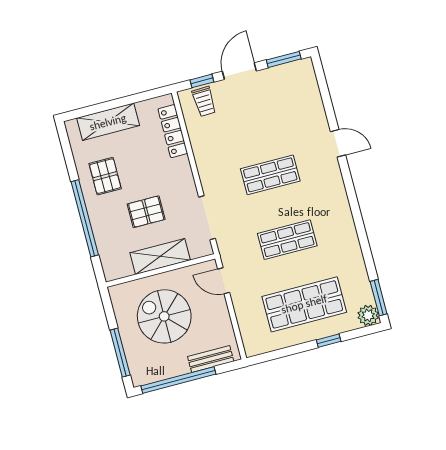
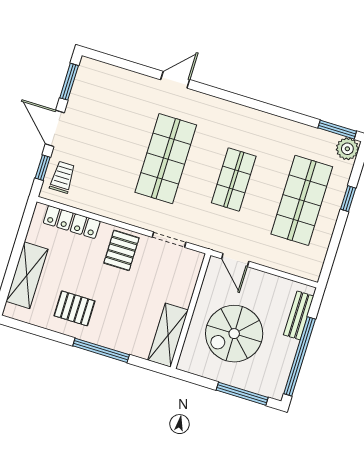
trolley: (204, 101) -> (62, 177), turned -88
shop shelf: (270, 175) -> (166, 159), width x1.43, depth x1.36
pallet: (146, 212) -> (121, 250), moved
window: (85, 218) -> (101, 350), width x0.68
doorway: (207, 218) -> (169, 240), width x0.73
shelving: (160, 256) -> (168, 335), moved
door: (224, 281) -> (235, 260), hinge flipped

